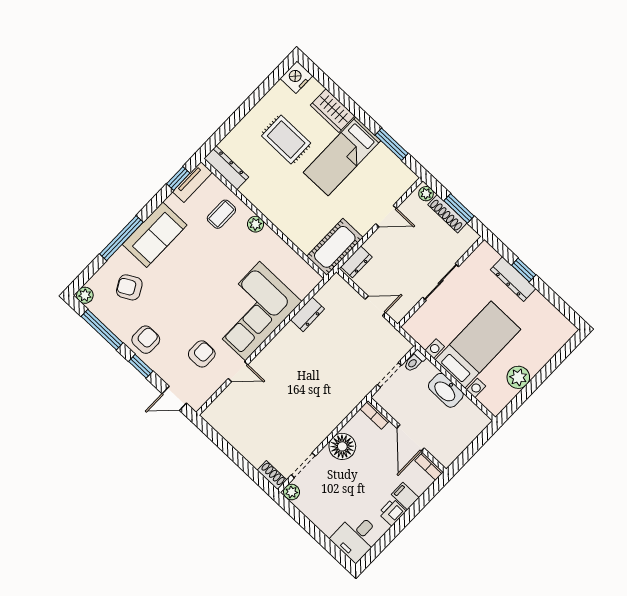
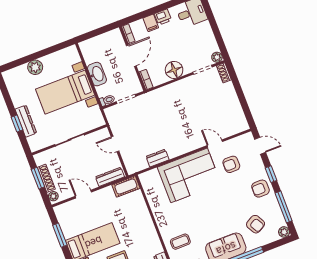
plant: (256, 224) -> (163, 226), removed
cot: (335, 247) -> (126, 186), width x0.73, depth x0.75
dresser: (356, 262) -> (110, 177), width x1.44
plant: (518, 377) -> (35, 67), moved

